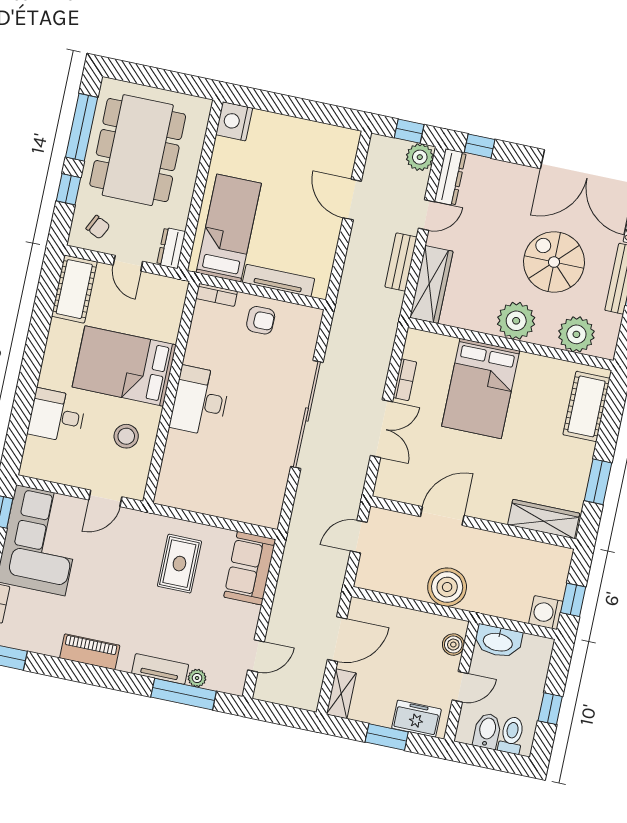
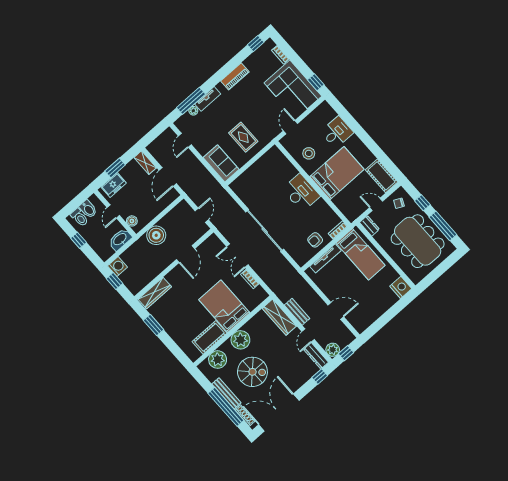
cot: (586, 406) -> (209, 337), moved, turned 90

